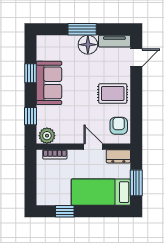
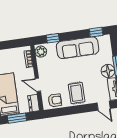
window: (30, 73) -> (96, 32), moved
sofa: (49, 83) -> (78, 48), width x1.36
door: (93, 147) -> (38, 85), swing flipped

